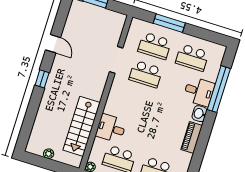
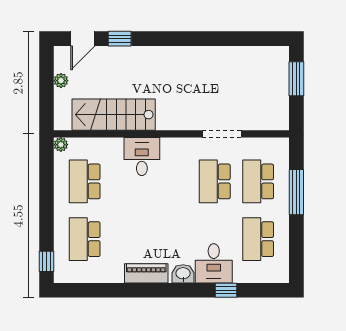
door: (53, 44) -> (83, 39), moved
window: (42, 79) -> (120, 39), moved
window: (219, 89) -> (226, 290), width x0.32
desk: (111, 128) -> (142, 157), moved

